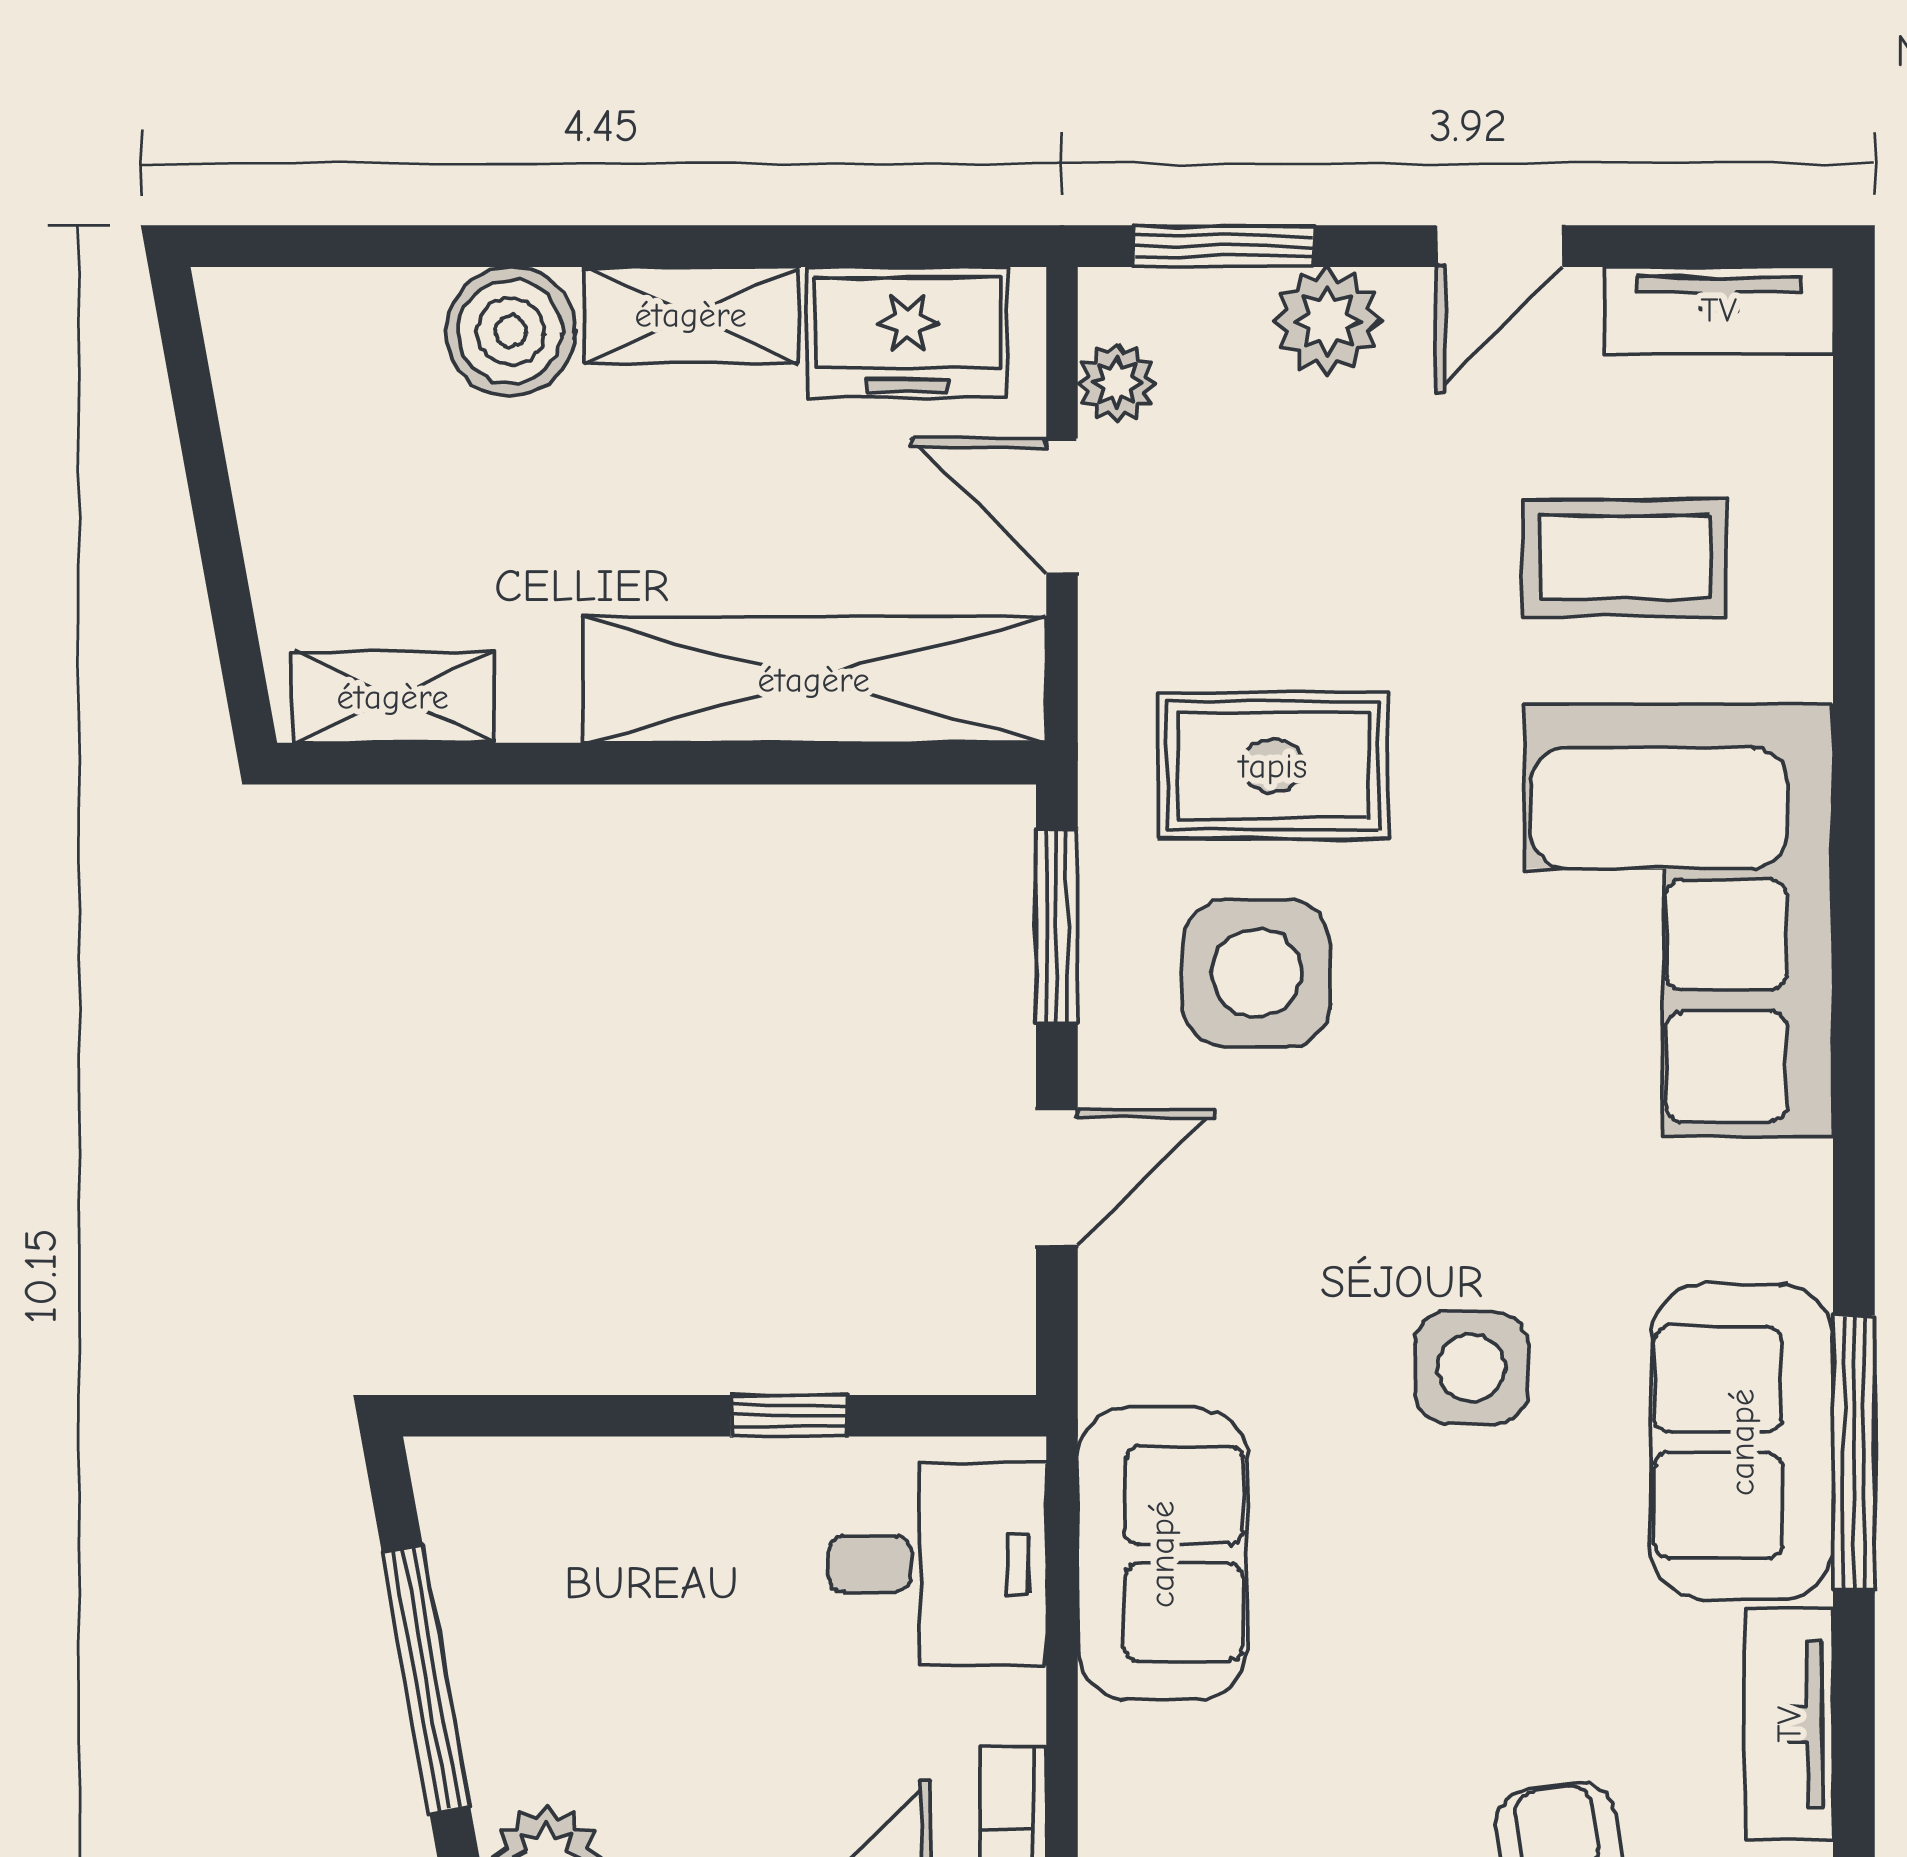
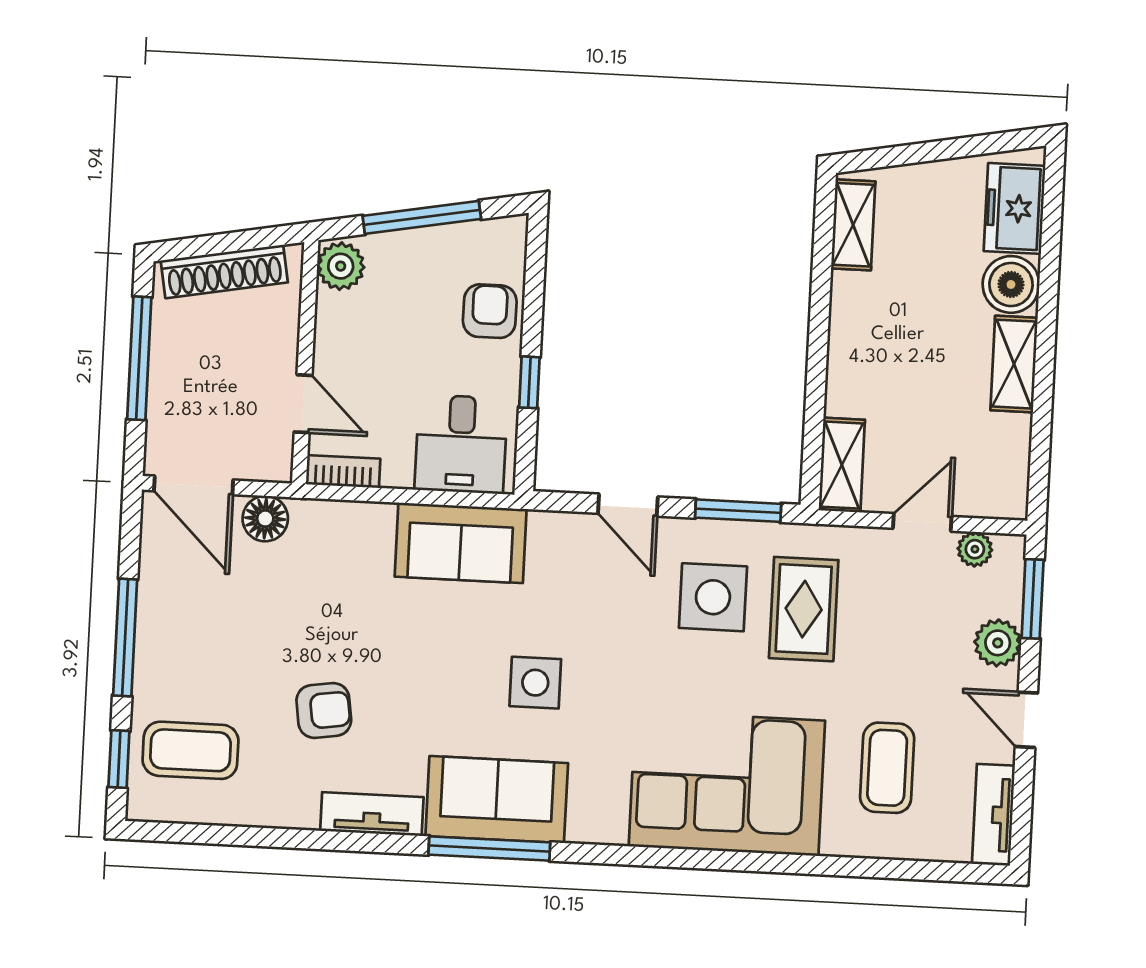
freezer: (908, 332) -> (1015, 208), moved
shelving: (814, 680) -> (842, 465), width x0.45, depth x0.75
armchair: (632, 1514) -> (490, 311), added

